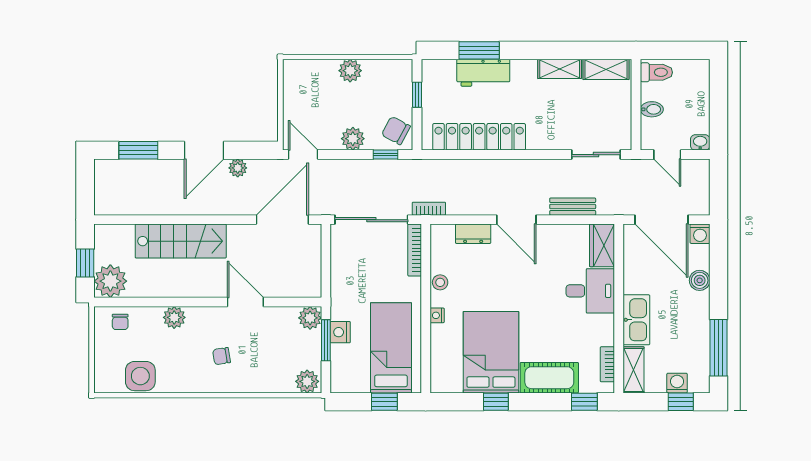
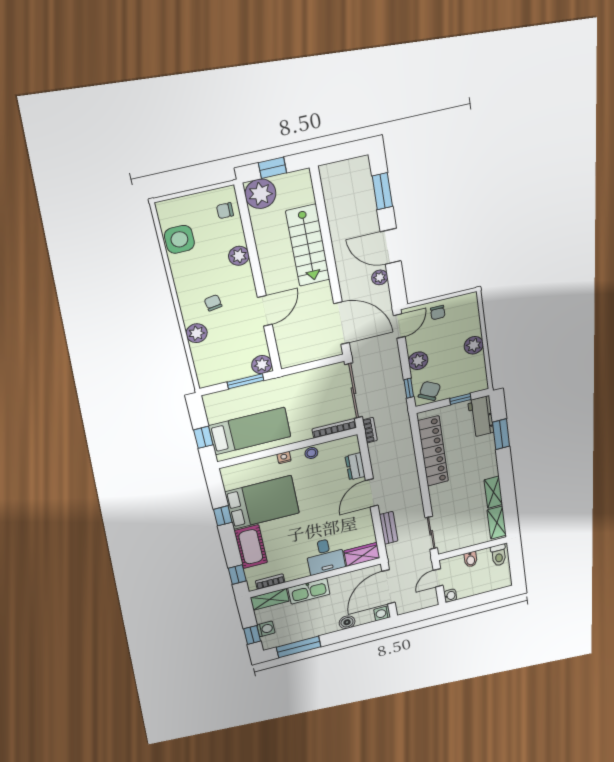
workbench: (483, 73) -> (481, 417), moved
chair: (298, 108) -> (438, 313), added
nightstand: (340, 332) -> (255, 390), removed
plant: (307, 381) -> (197, 333), moved

